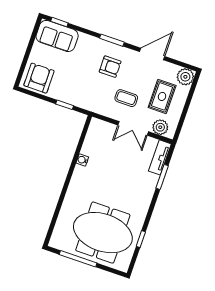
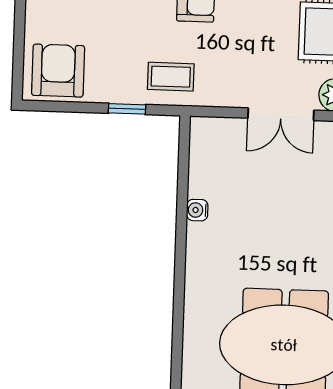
coffee table: (126, 98) -> (171, 77), moved

